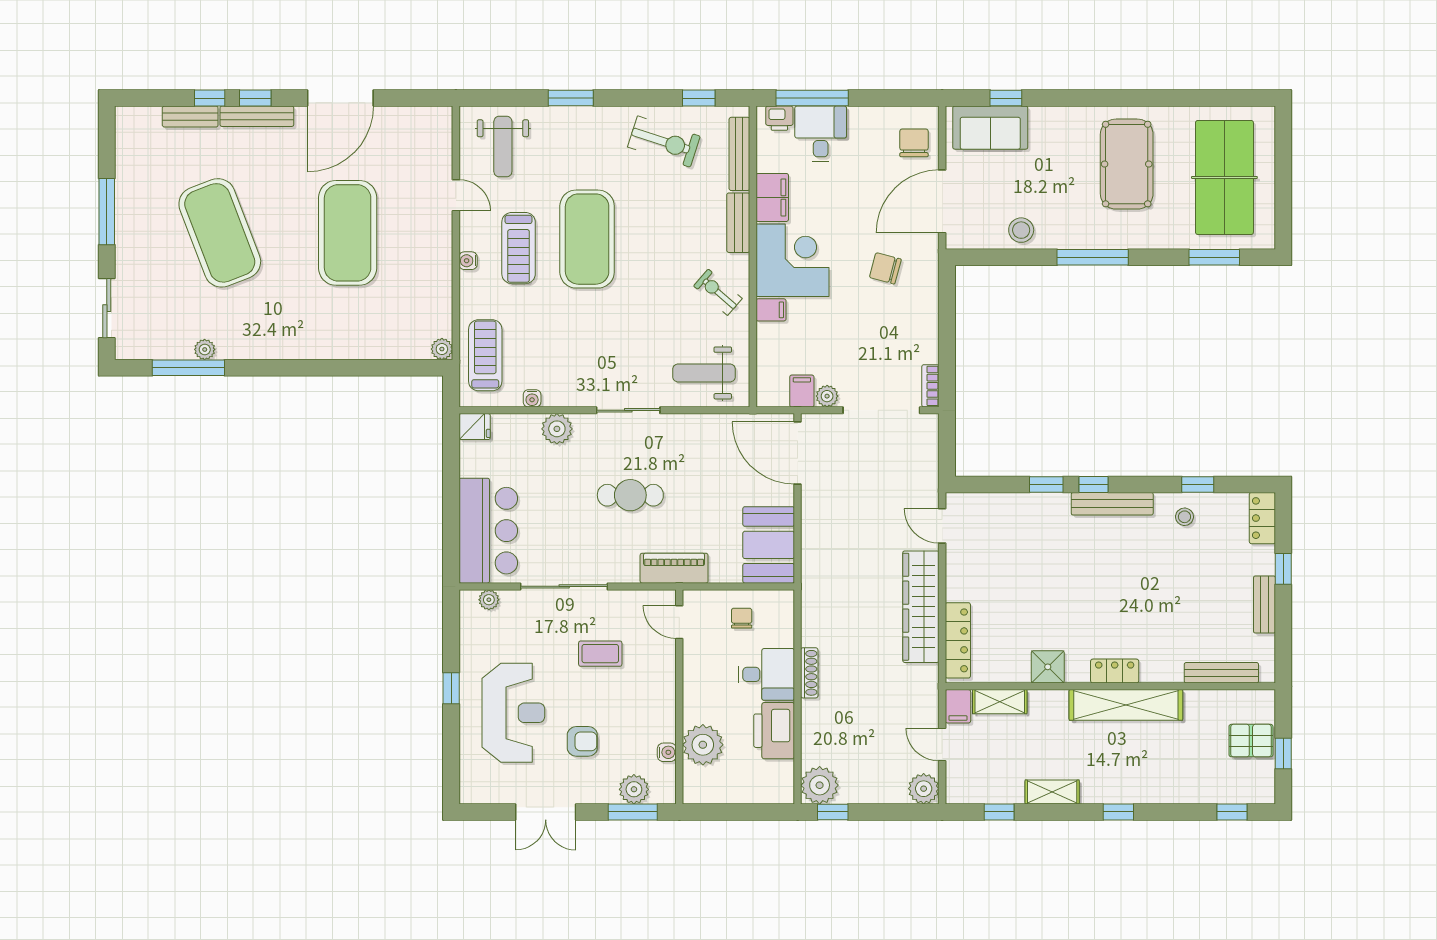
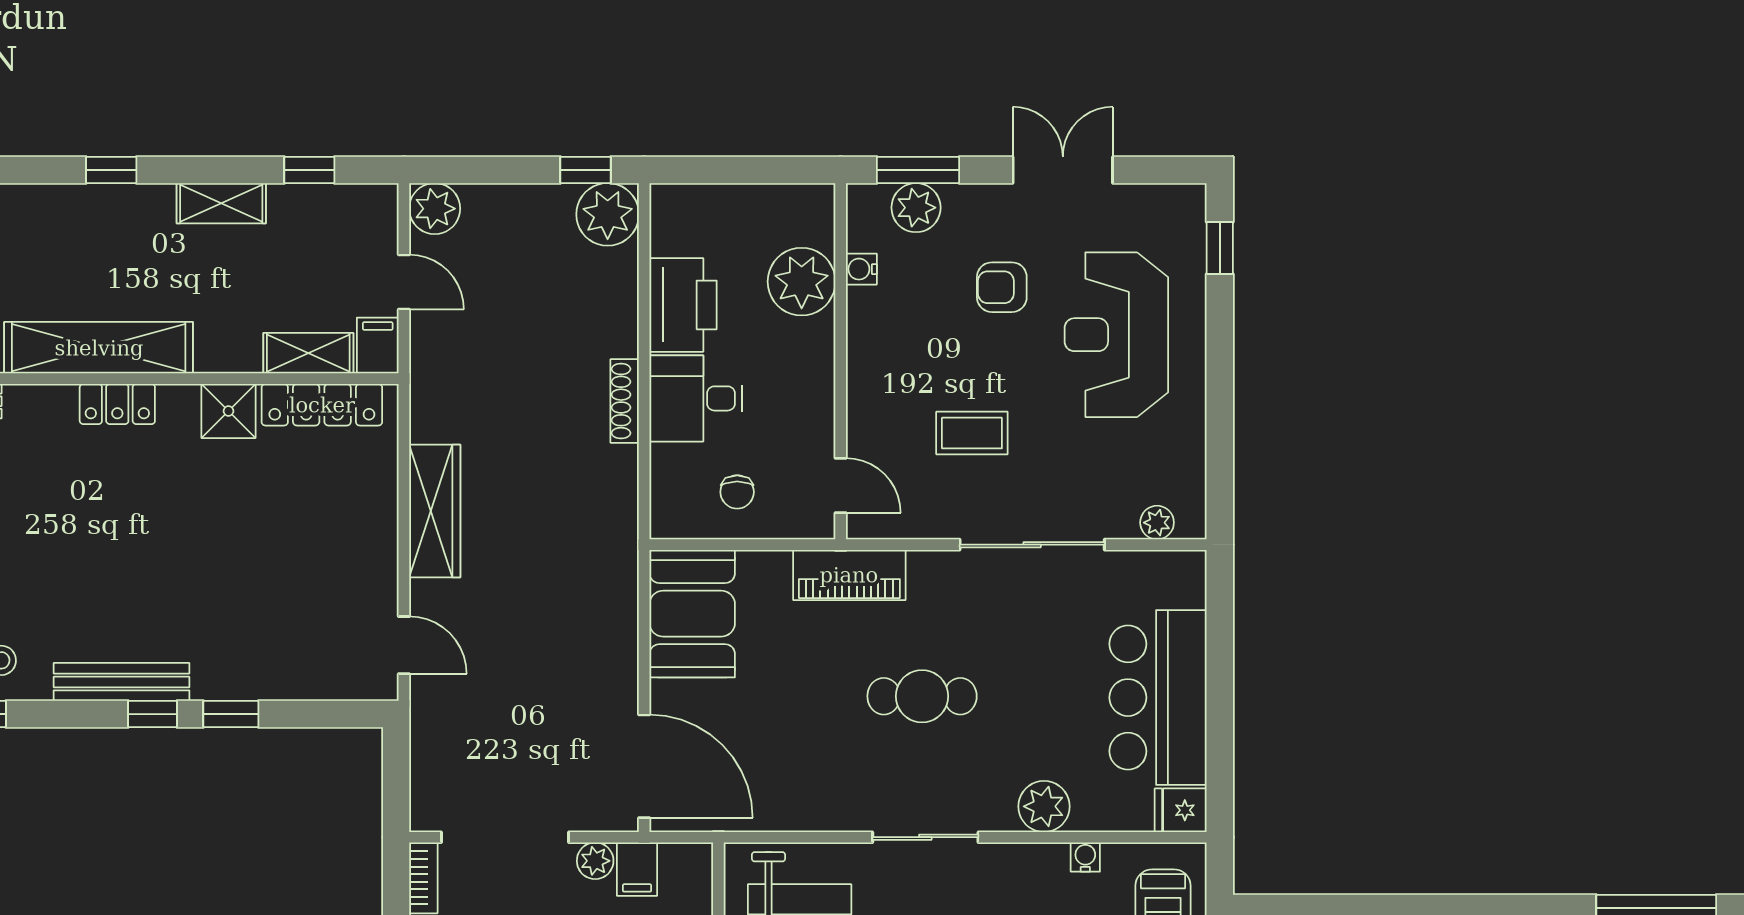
bar counter: (488, 531) -> (1158, 698), moved
wardrobe: (921, 607) -> (435, 511), width x0.71, depth x0.85
locker: (958, 640) -> (322, 405), moved, turned -90
window: (451, 688) -> (1220, 248), moved

